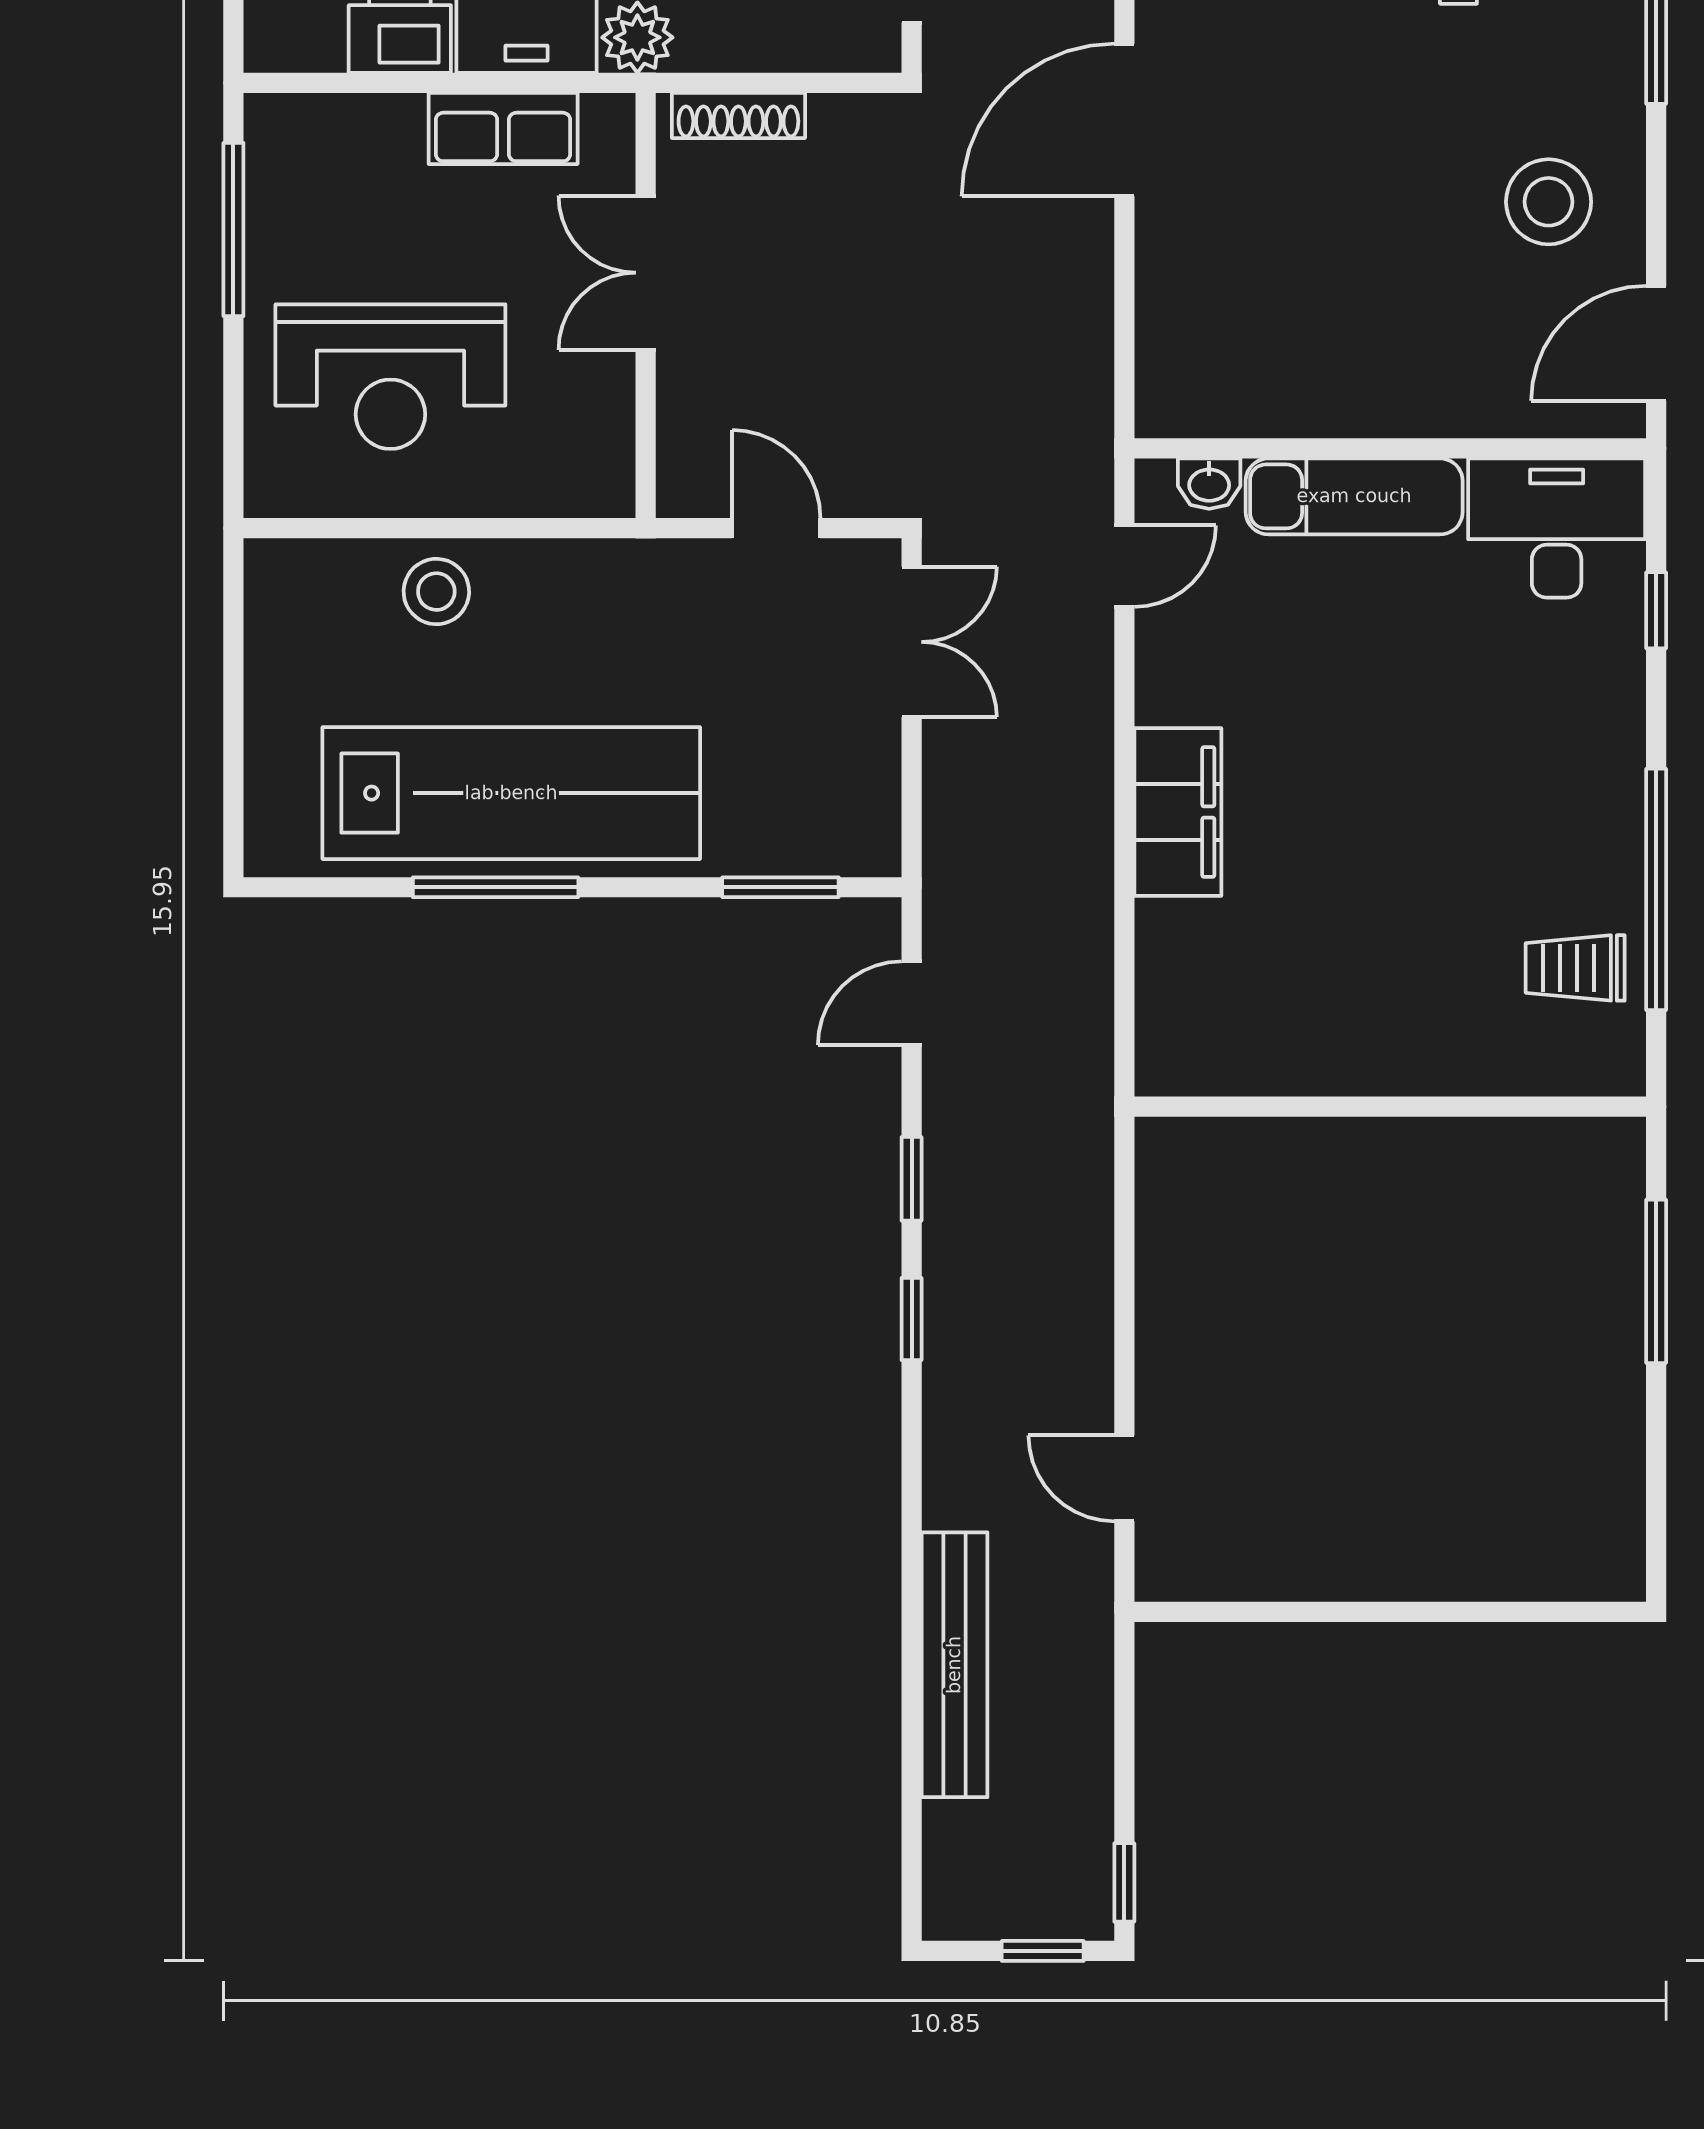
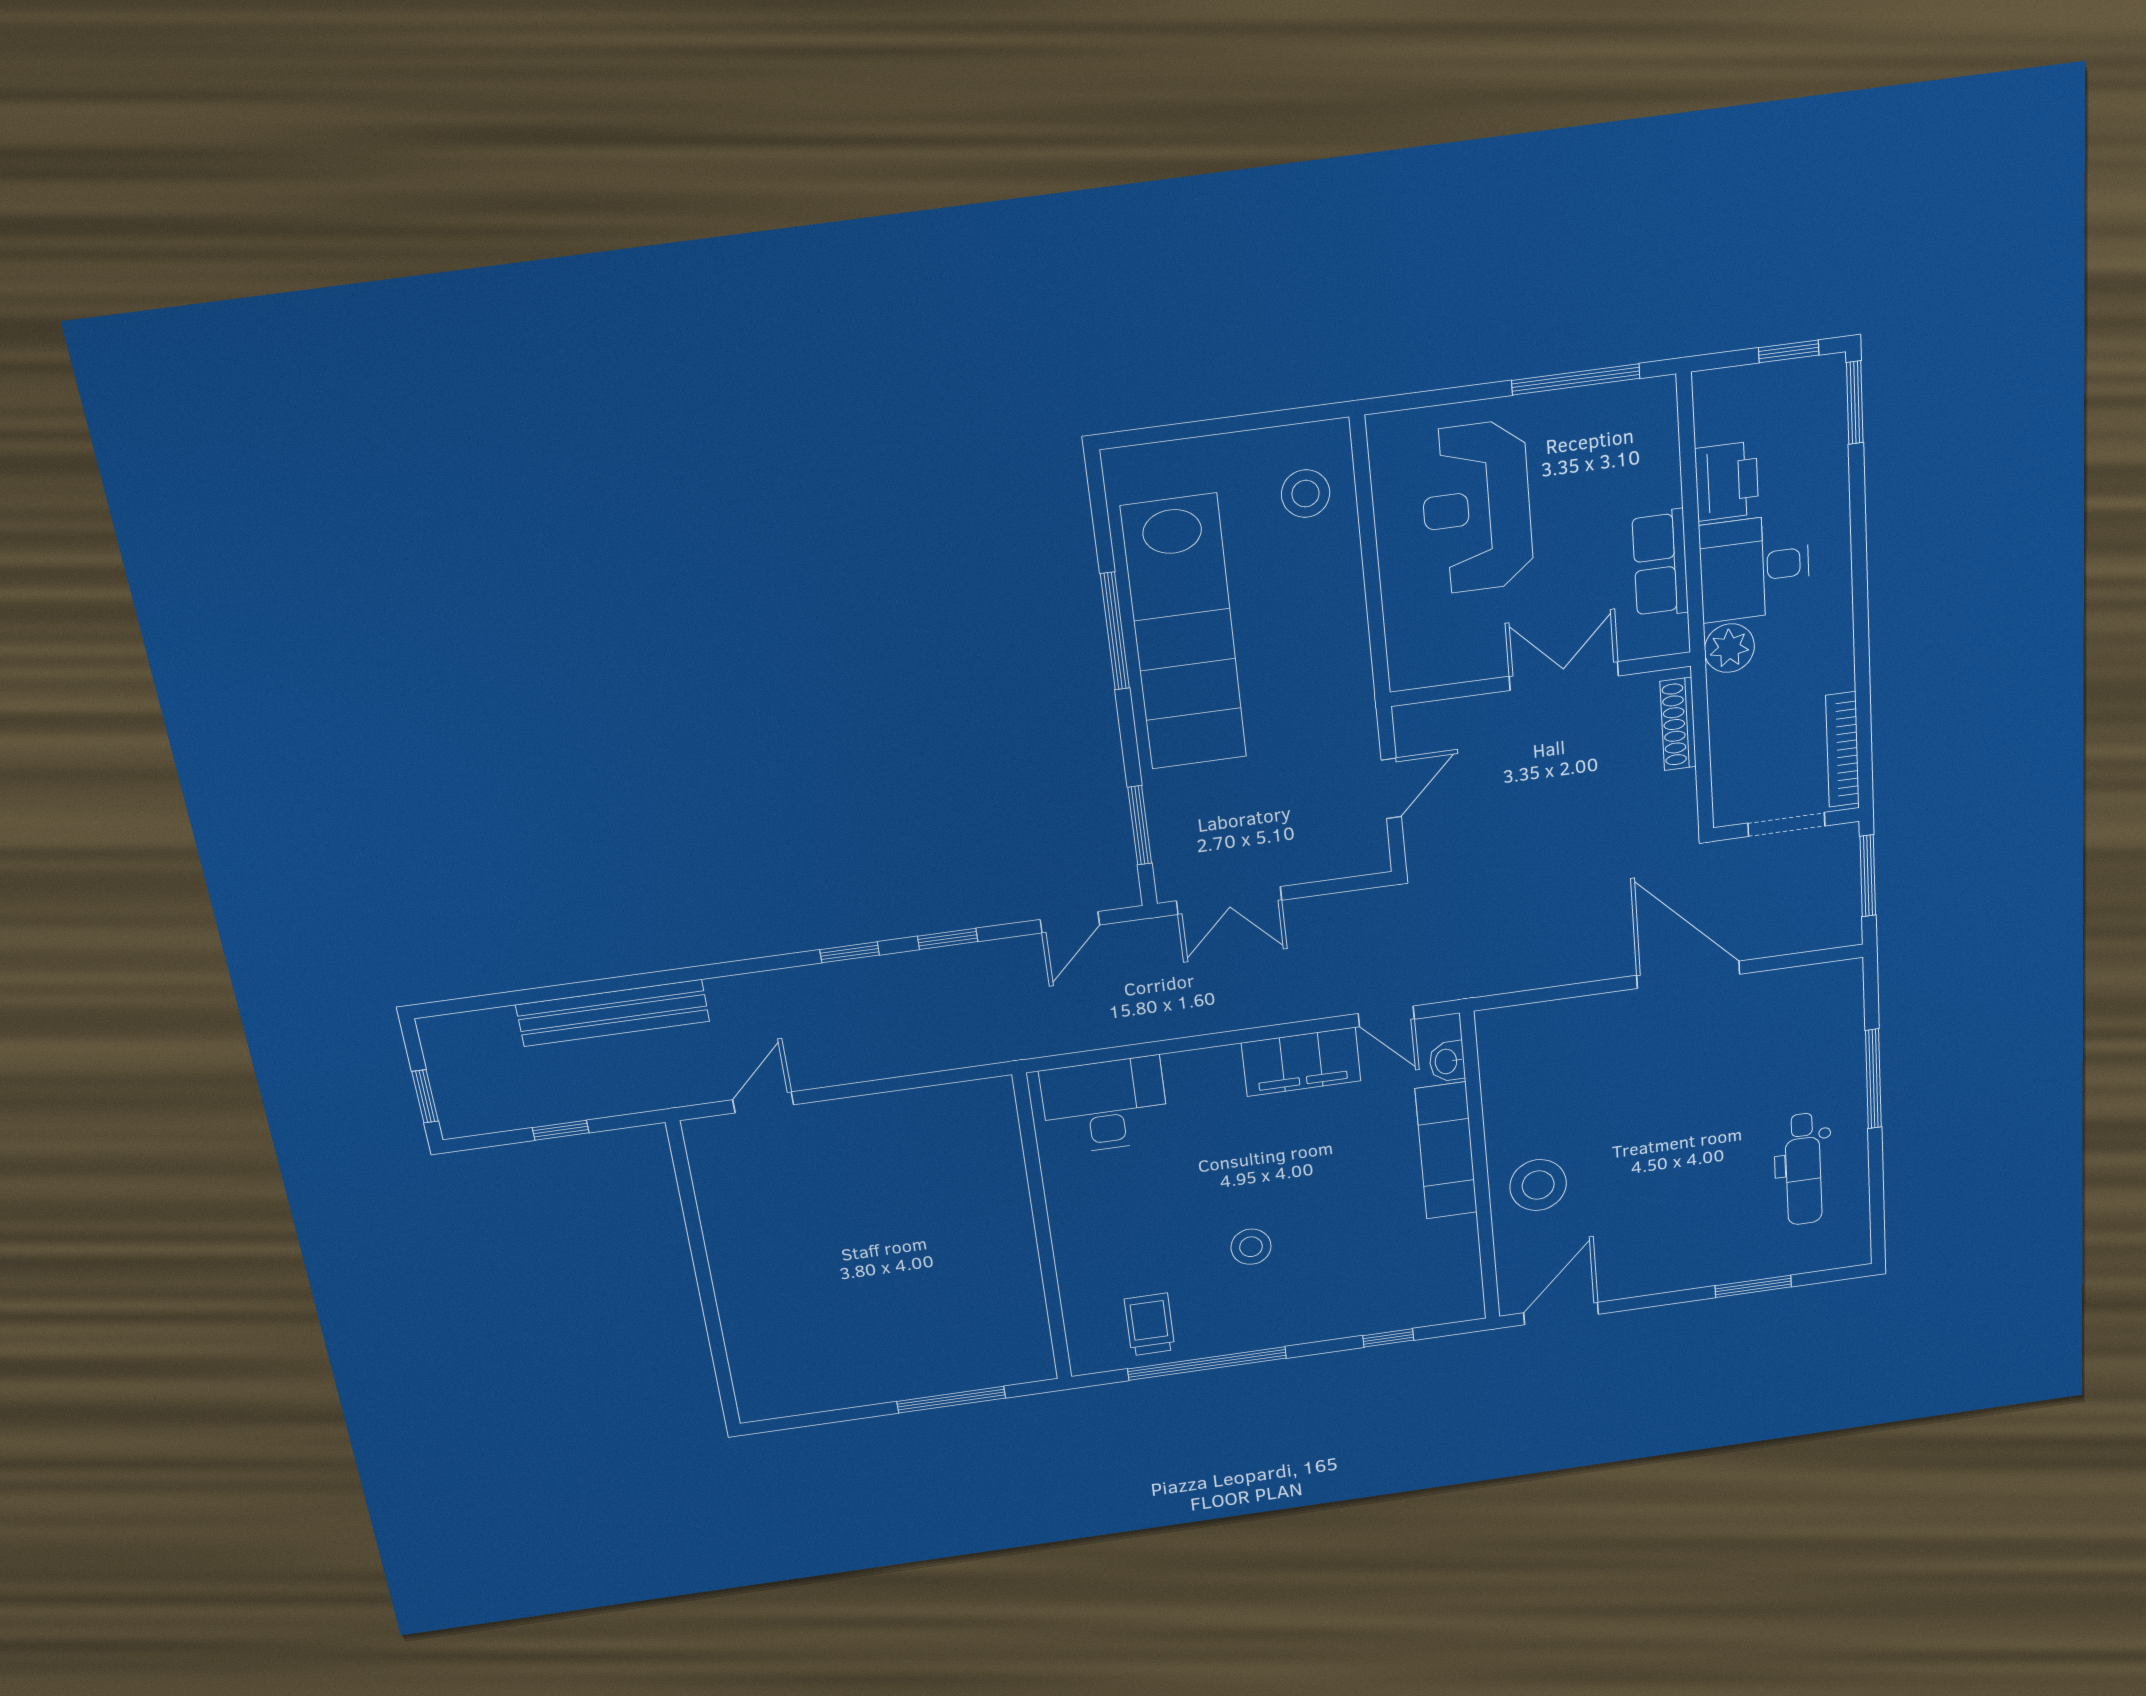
stool: (1549, 202) -> (1538, 1185), moved
door: (1656, 343) -> (1561, 1313), hinge flipped
desk: (1557, 528) -> (1105, 1105), moved, turned -90
stool: (436, 592) -> (1306, 494), moved
double door: (912, 642) -> (1229, 901), moved
stool: (1468, 802) -> (1251, 1247), added
filing cabinet: (1178, 812) -> (1301, 1062), moved
door: (912, 1003) -> (1070, 922), swing flipped
window: (1124, 1882) -> (561, 1130), moved

